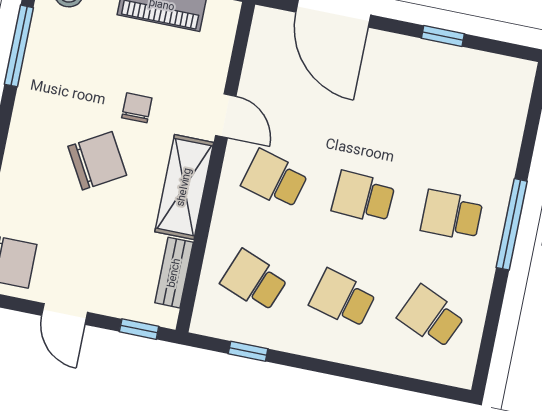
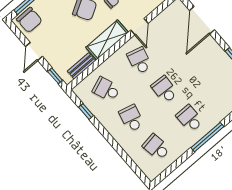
school desk: (254, 281) -> (106, 89), turned -42
school desk: (431, 317) -> (156, 147), turned -33

